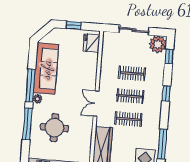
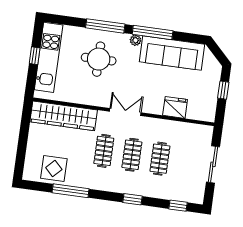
fridge: (91, 43) -> (175, 107), moved
plant: (158, 44) -> (194, 193), removed

